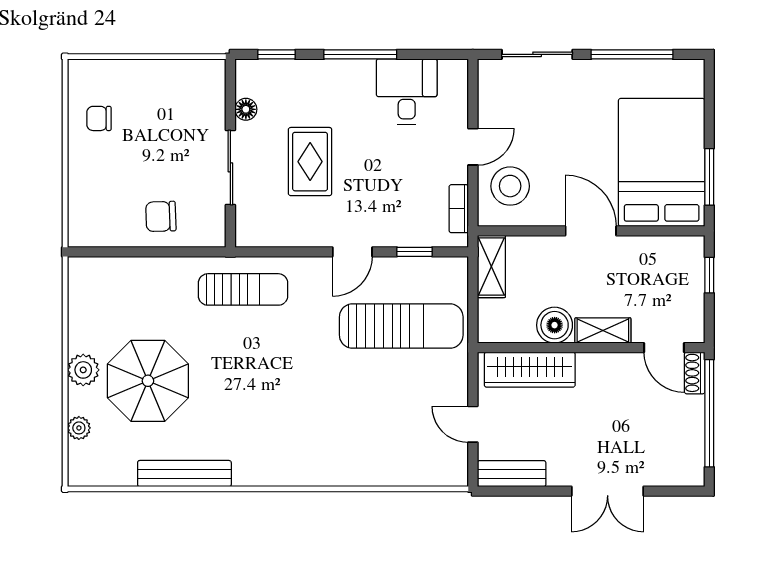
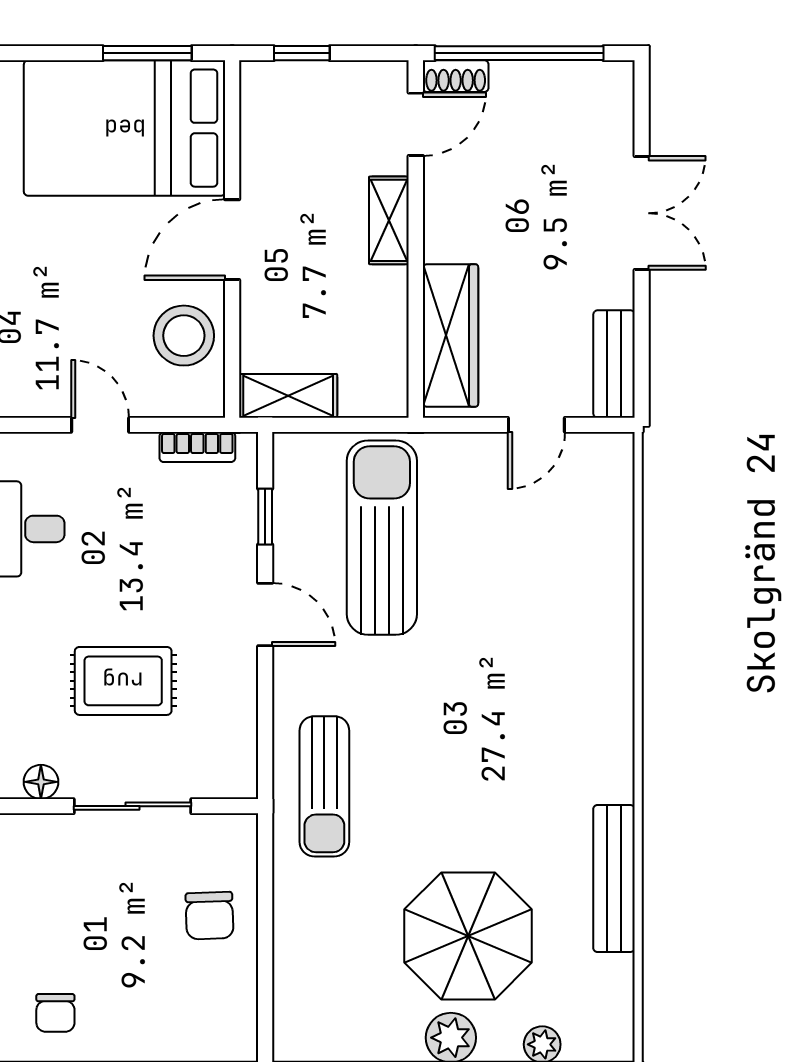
stool: (510, 186) -> (184, 336), moved
sun lounger: (243, 289) -> (324, 786), turned 180
boiler: (555, 325) -> (380, 296), removed

